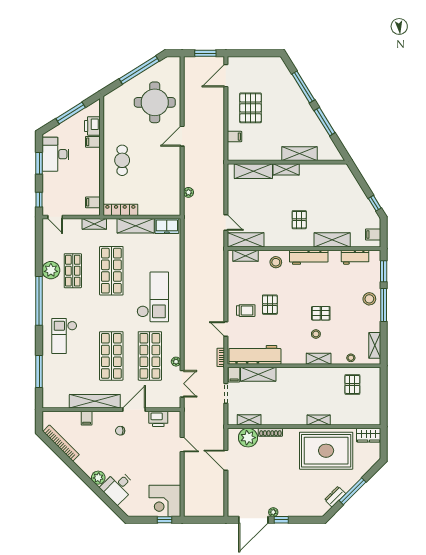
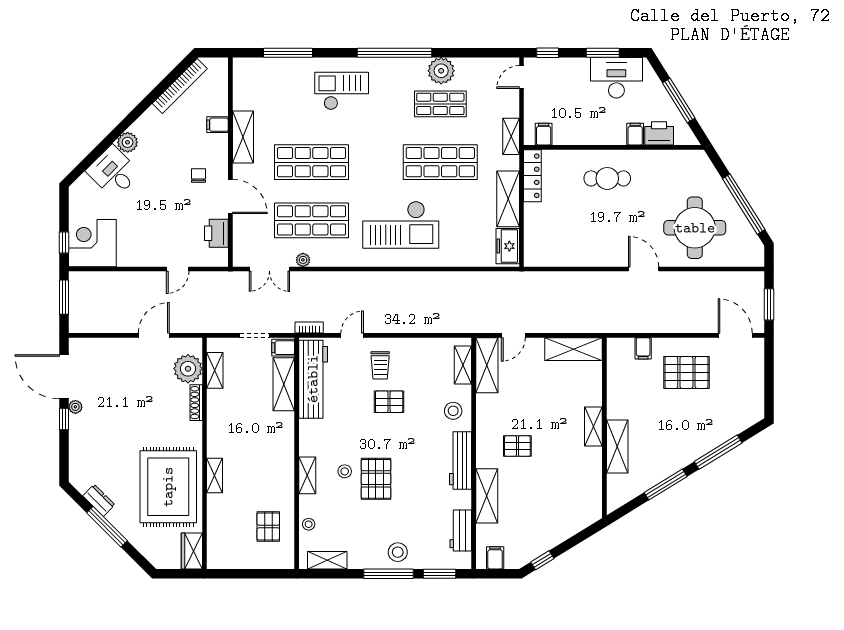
shelving: (253, 171) -> (574, 349), moved, turned 90
plant: (188, 192) -> (559, 279), removed
pallet: (321, 313) -> (376, 479), width x1.50, depth x1.42
pallet: (352, 384) -> (268, 527), turned 90
shelving: (95, 401) -> (243, 137), width x0.68
window: (201, 520) -> (64, 297), added

